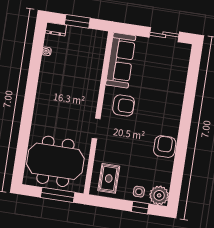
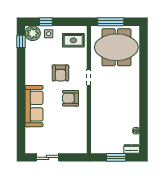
sofa: (121, 60) -> (34, 106), moved, turned 180
armchair: (165, 147) -> (60, 73), moved
rug: (109, 178) -> (73, 40), turned 90
window: (175, 187) -> (21, 41), added

